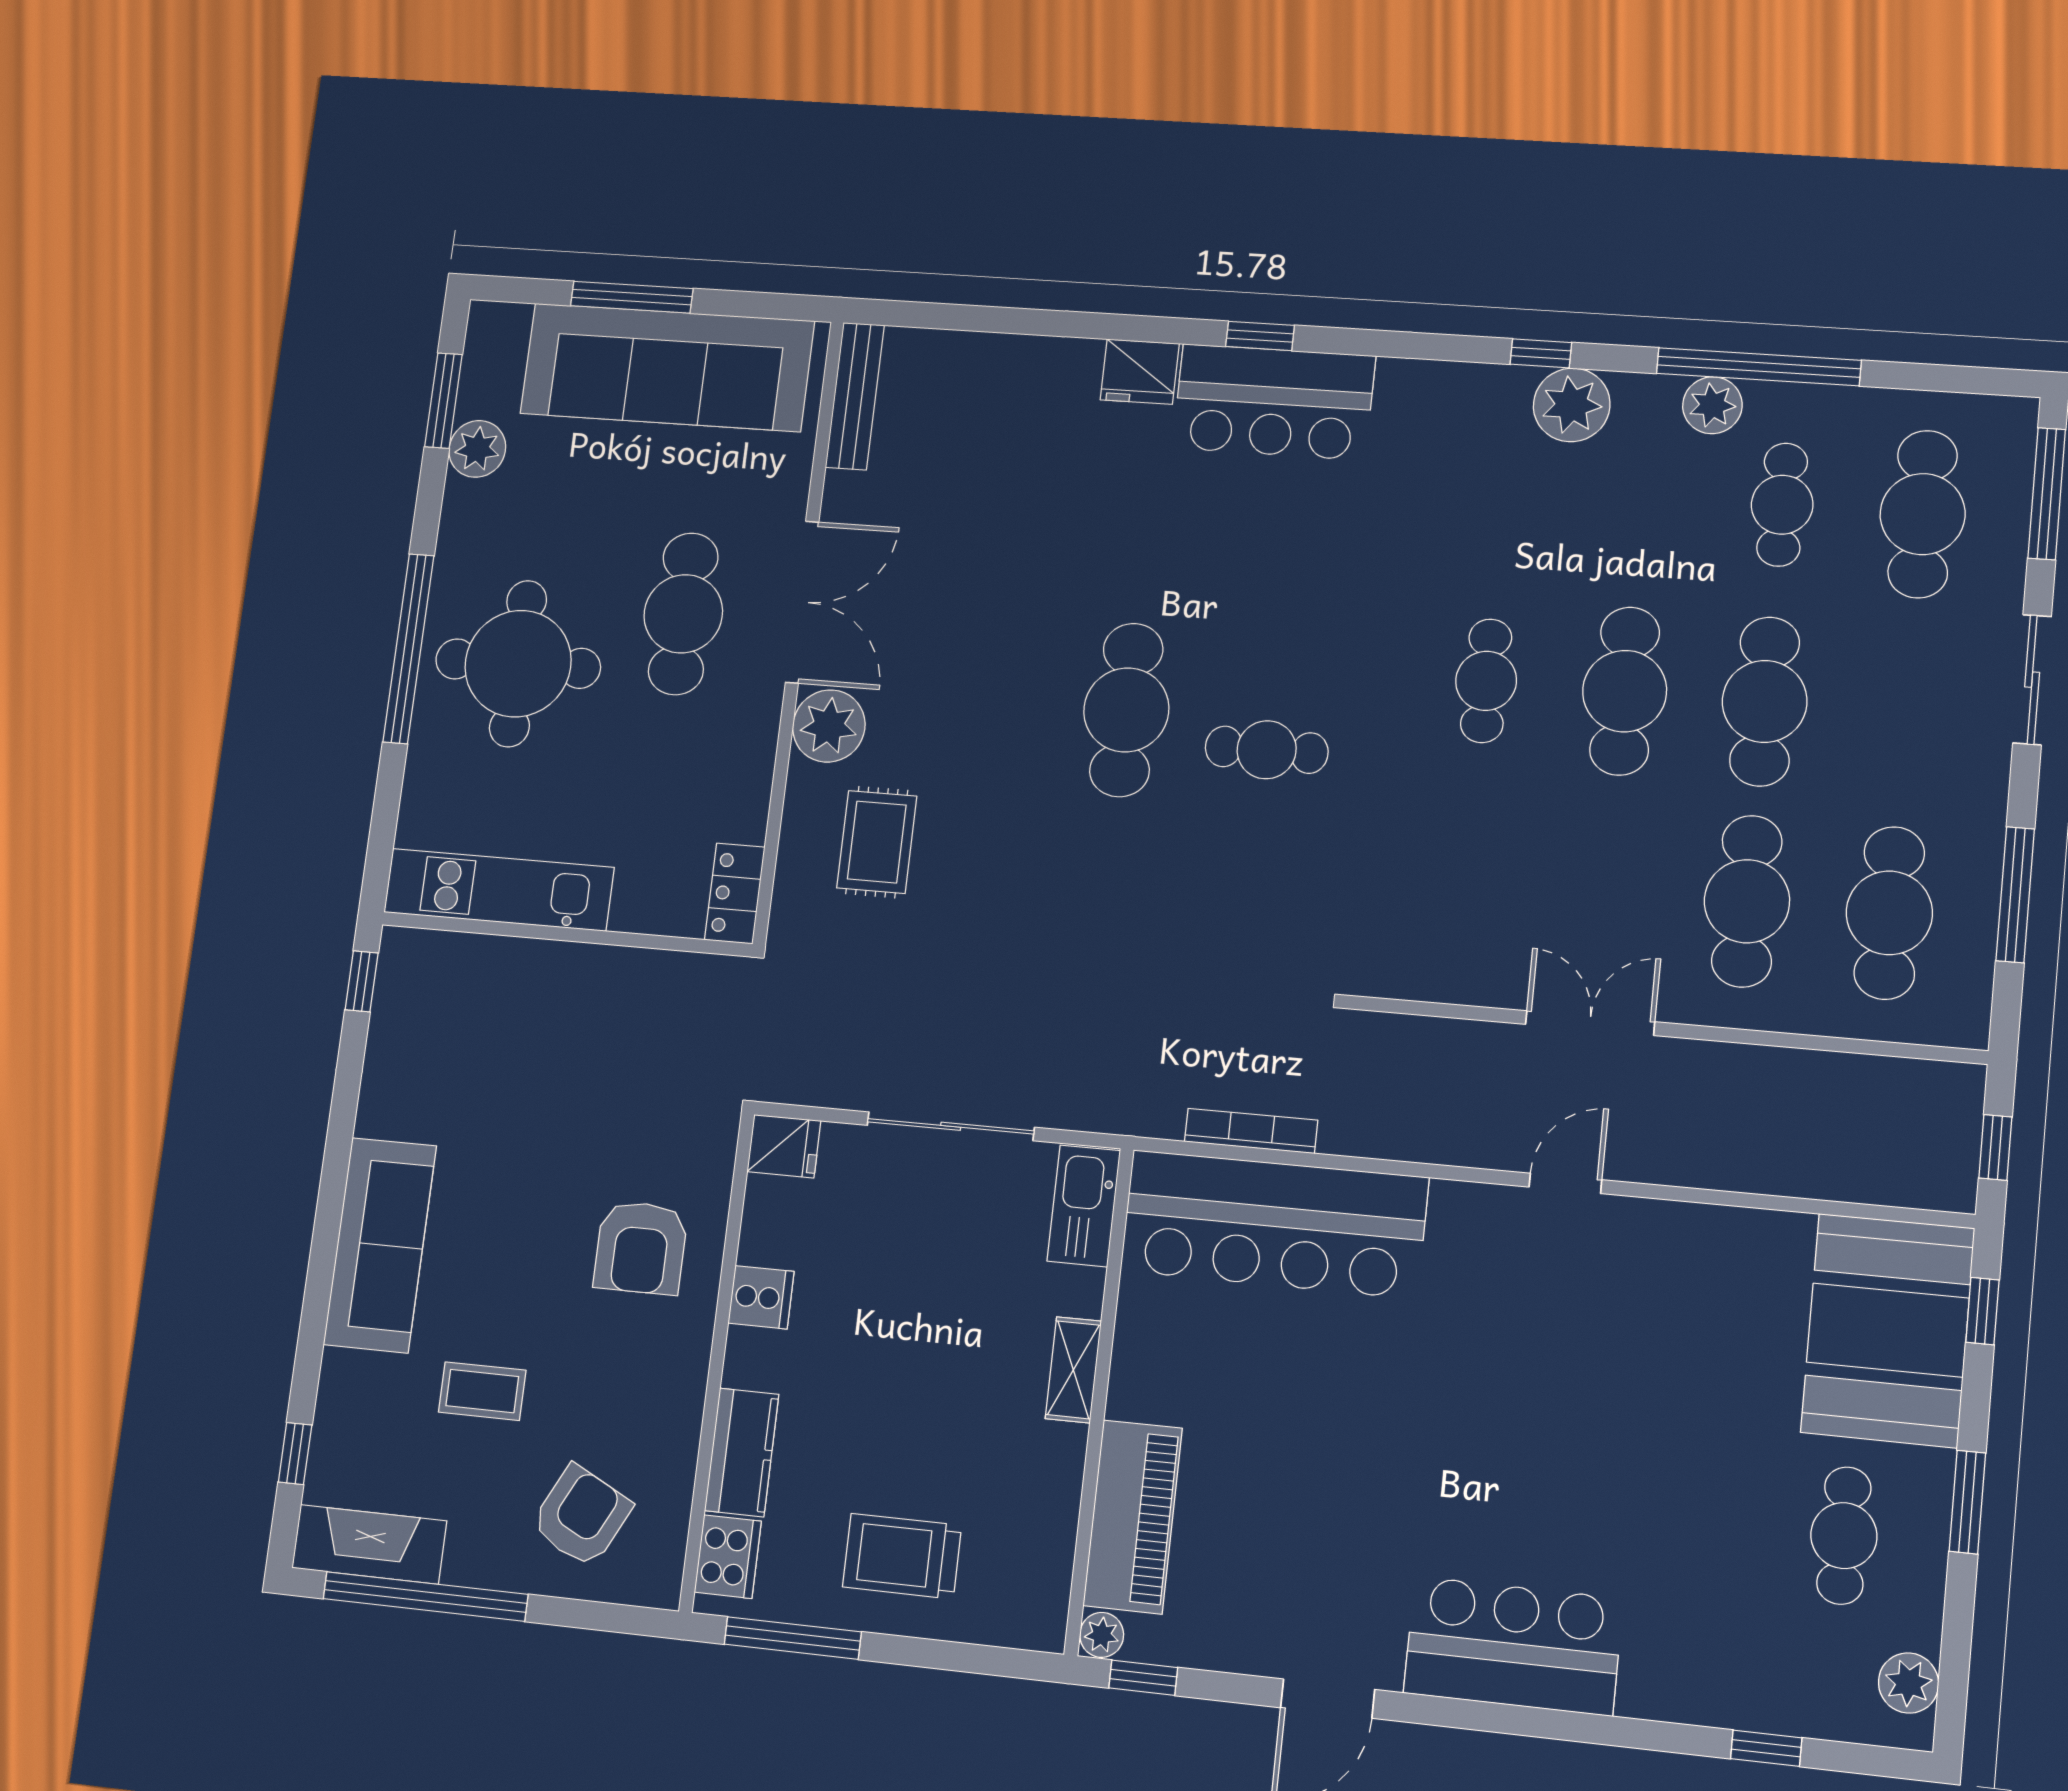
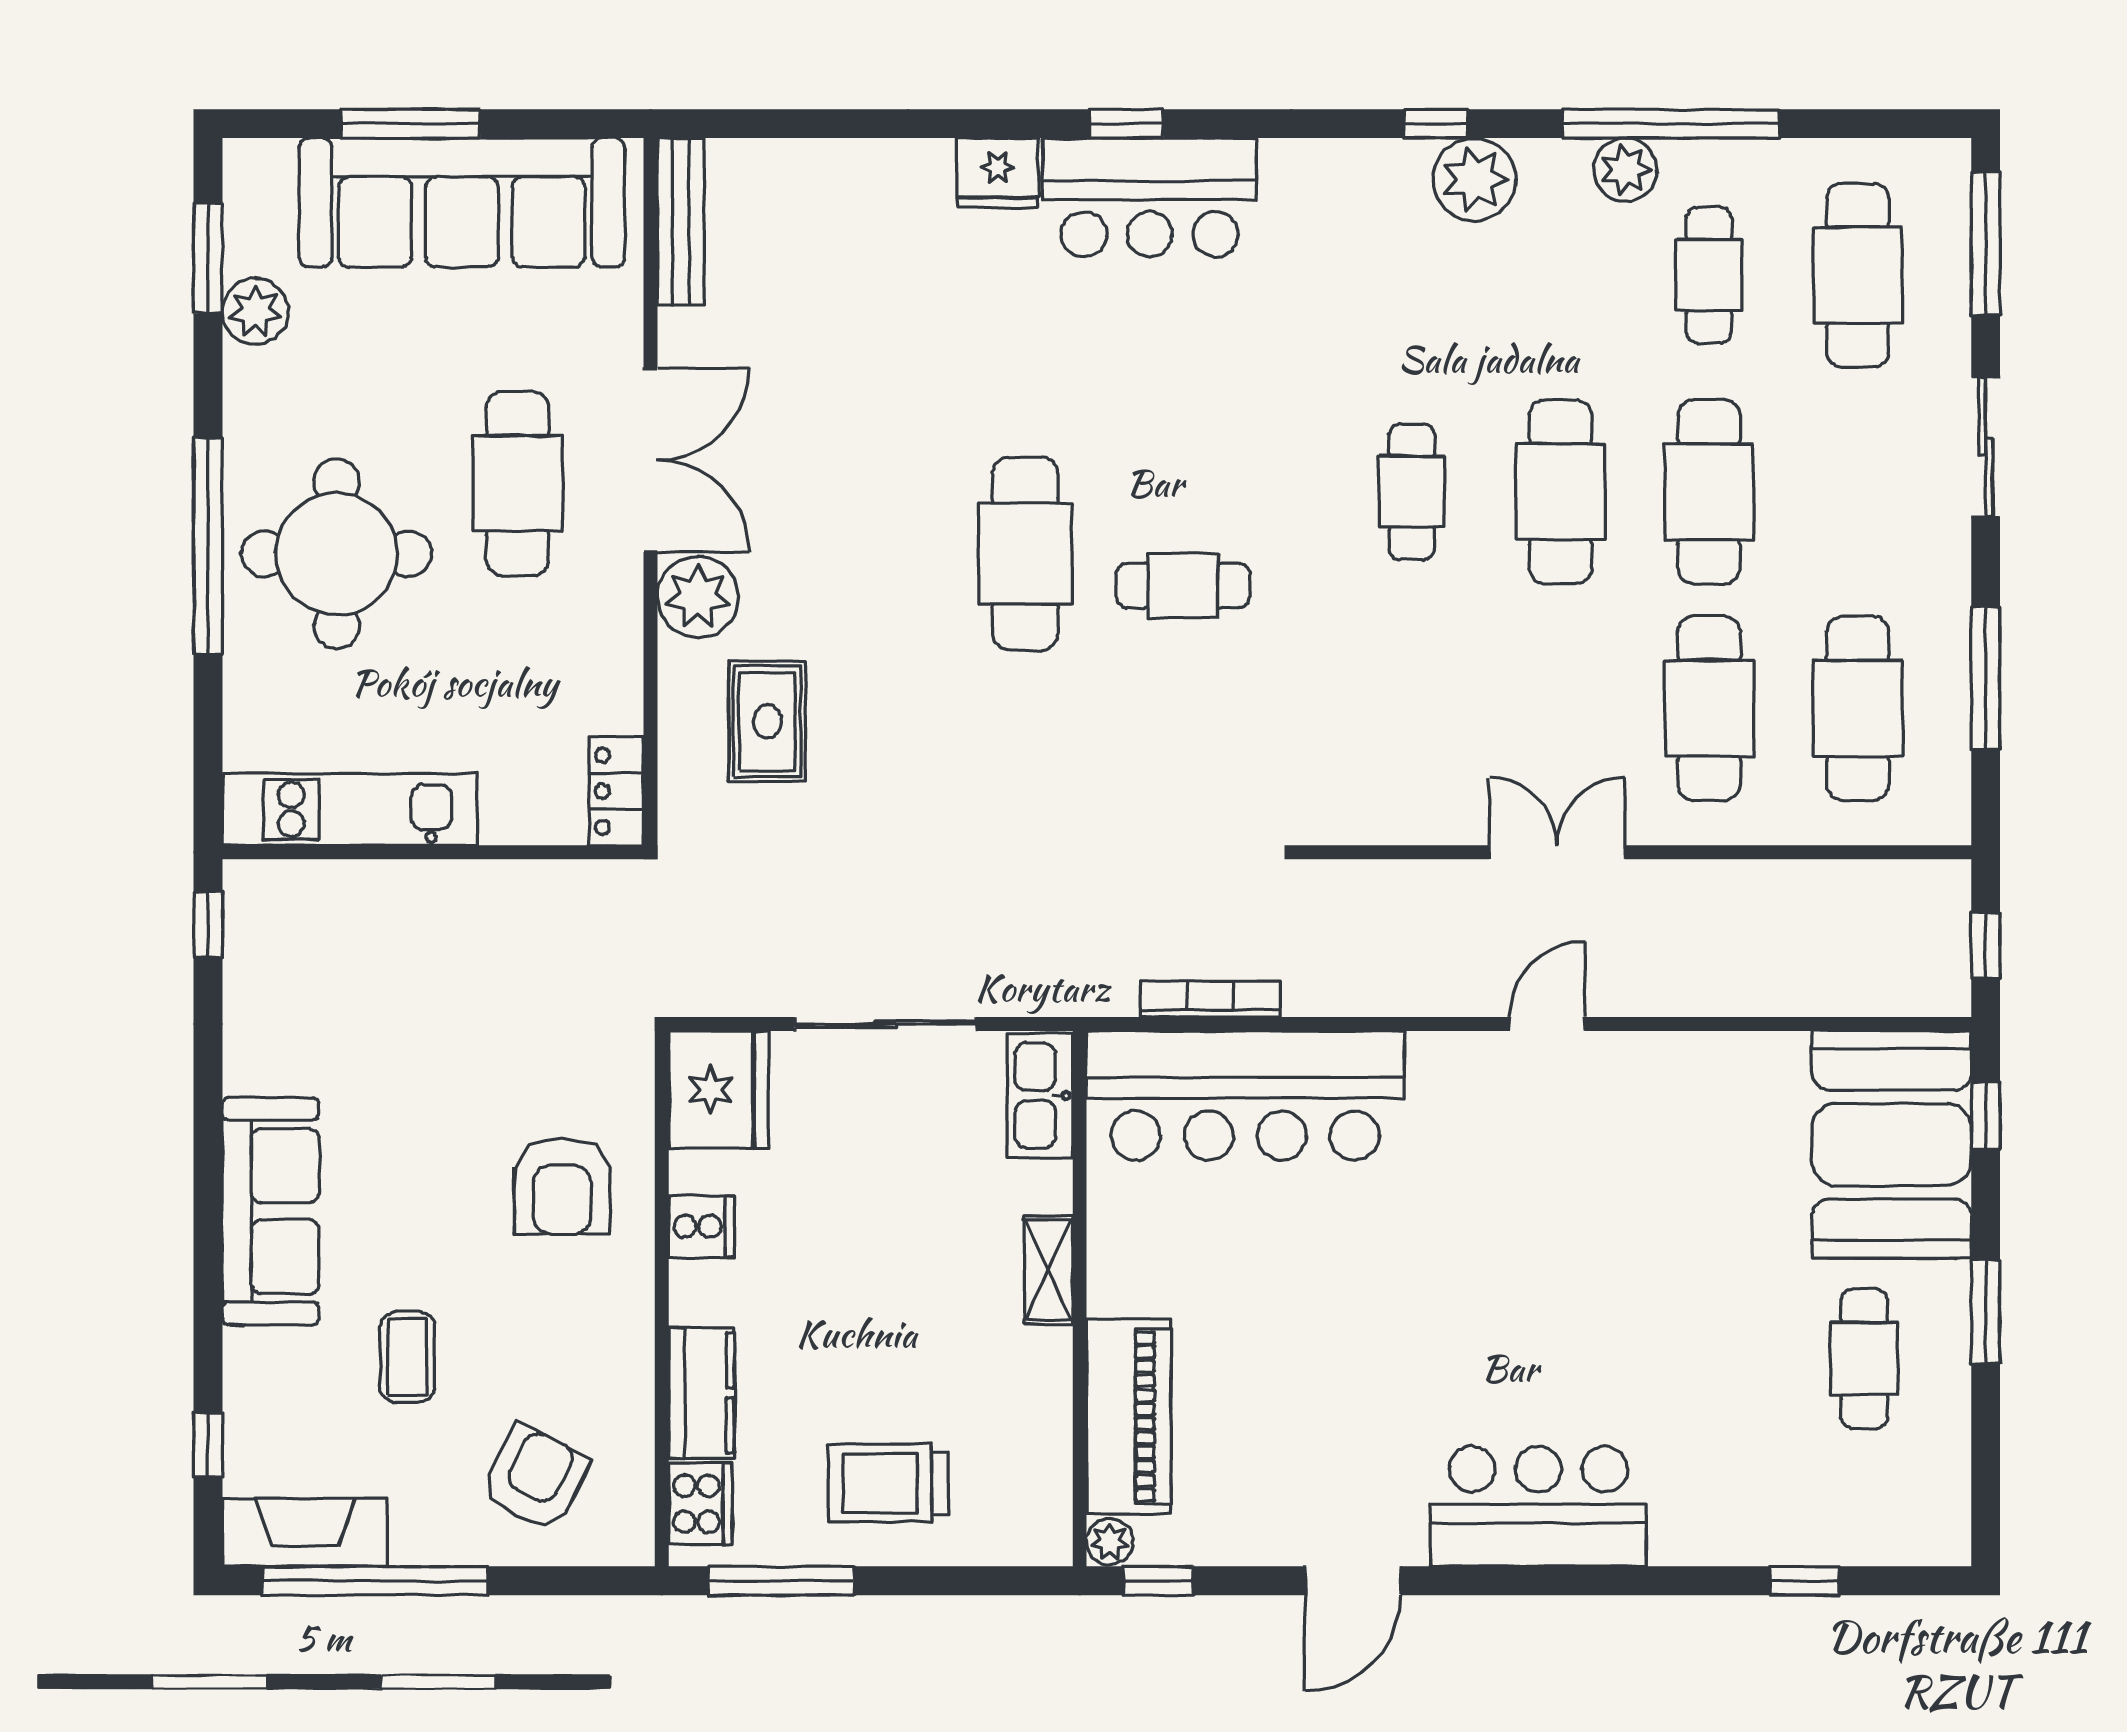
fridge: (784, 1146) -> (719, 1090), width x1.88, depth x1.34
coffee table: (482, 1391) -> (407, 1357), turned 90
plant: (1908, 1683) -> (1941, 1500), removed

